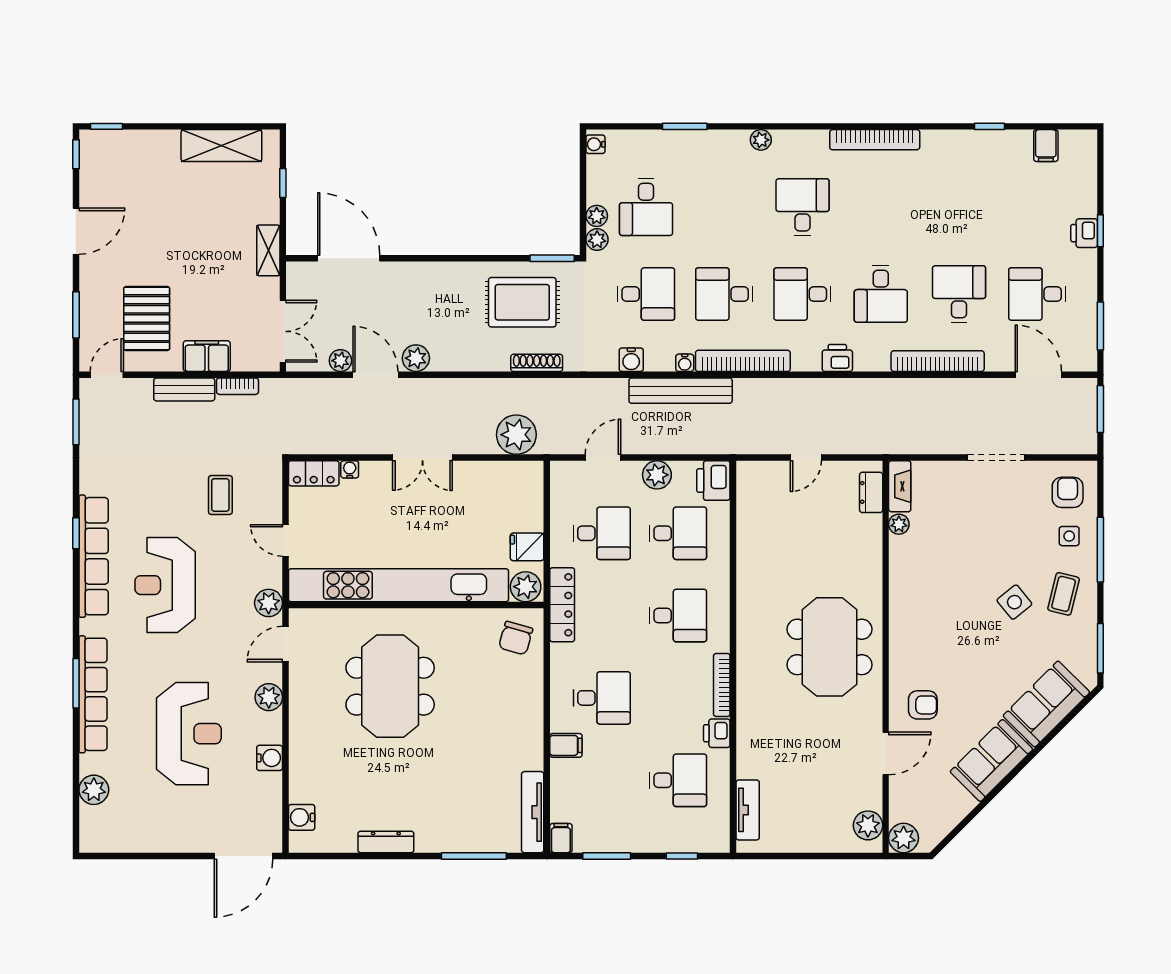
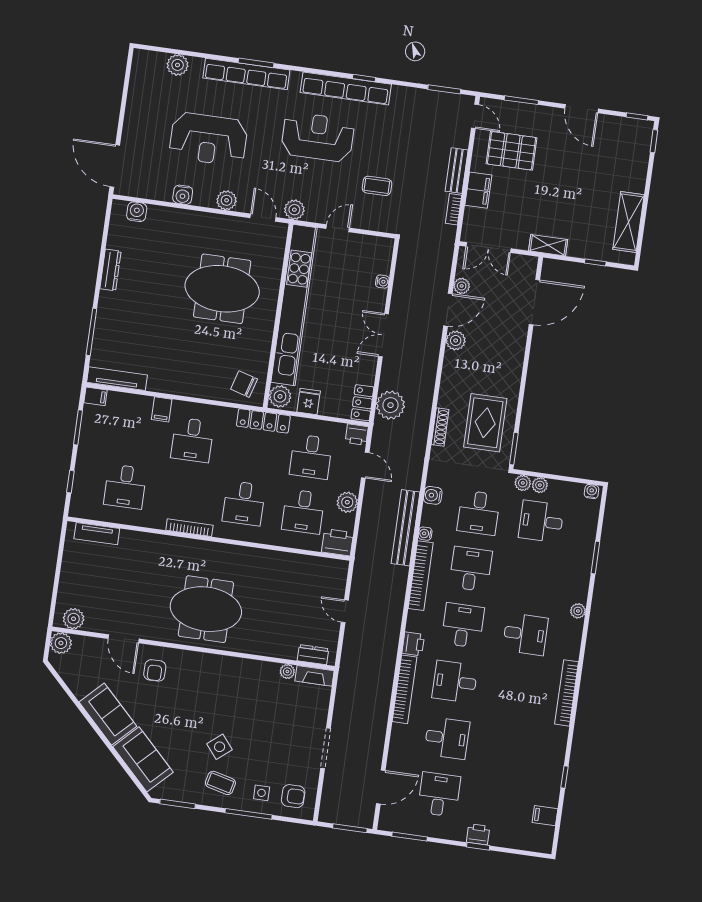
bookcase: (938, 361) -> (405, 689), moved
locker: (314, 473) -> (362, 403), moved
printer: (717, 733) -> (357, 435), moved, turned 180

